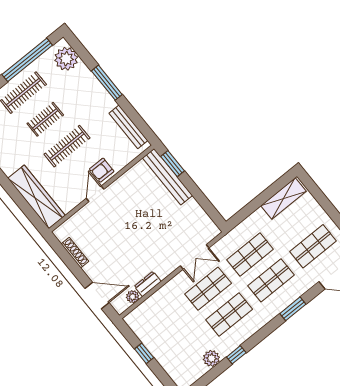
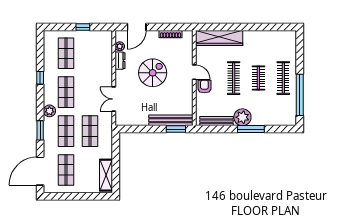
plant: (66, 59) -> (242, 117), moved
spiral stairs: (132, 238) -> (153, 73), added
shop shelf: (208, 289) -> (66, 53), moved
plant: (211, 358) -> (49, 111), moved

